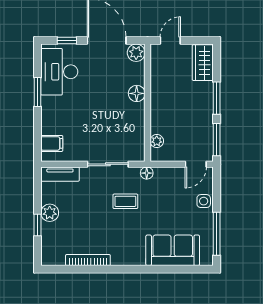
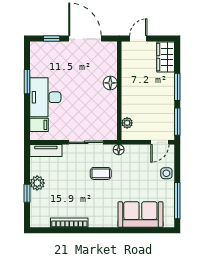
plant: (136, 53) -> (110, 49), removed
desk: (59, 72) -> (45, 97), moved

